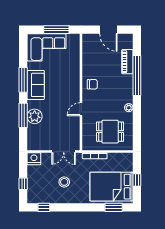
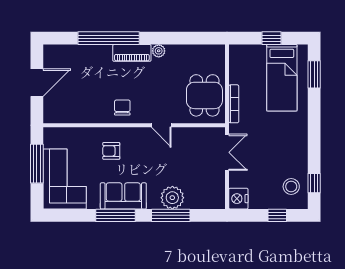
piano: (127, 62) -> (132, 53), moved
armchair: (65, 77) -> (111, 151), added
dining table: (110, 132) -> (204, 95), moved
stool: (64, 182) -> (291, 187), moved
bed: (111, 187) -> (282, 78), width x0.67

